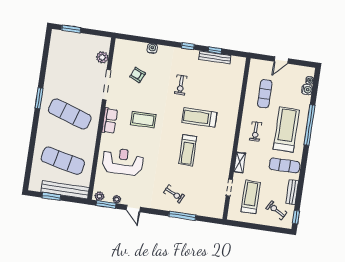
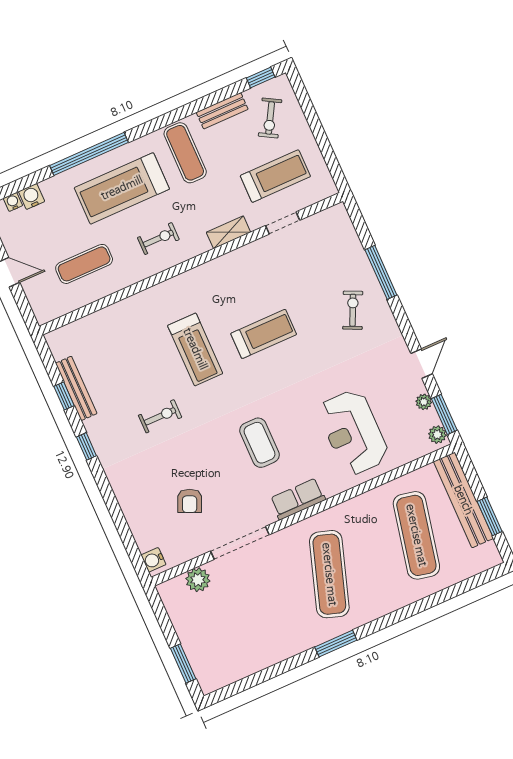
water cooler: (152, 48) -> (153, 560), moved
treadmill: (251, 197) -> (275, 176), turned 180

